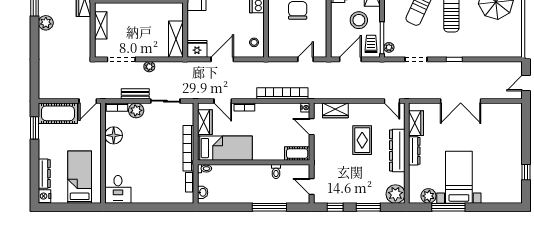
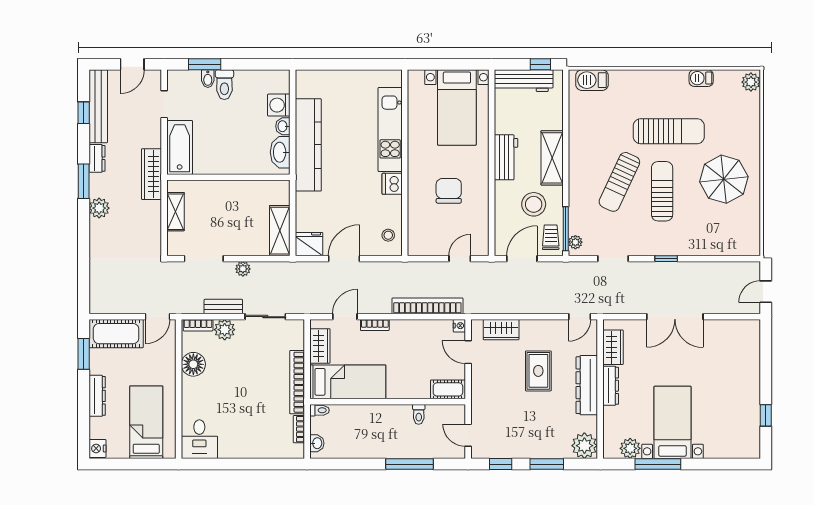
door: (223, 101) -> (345, 317), swing flipped
door: (392, 101) -> (580, 317), hinge flipped
dresser: (44, 174) -> (97, 396), moved

